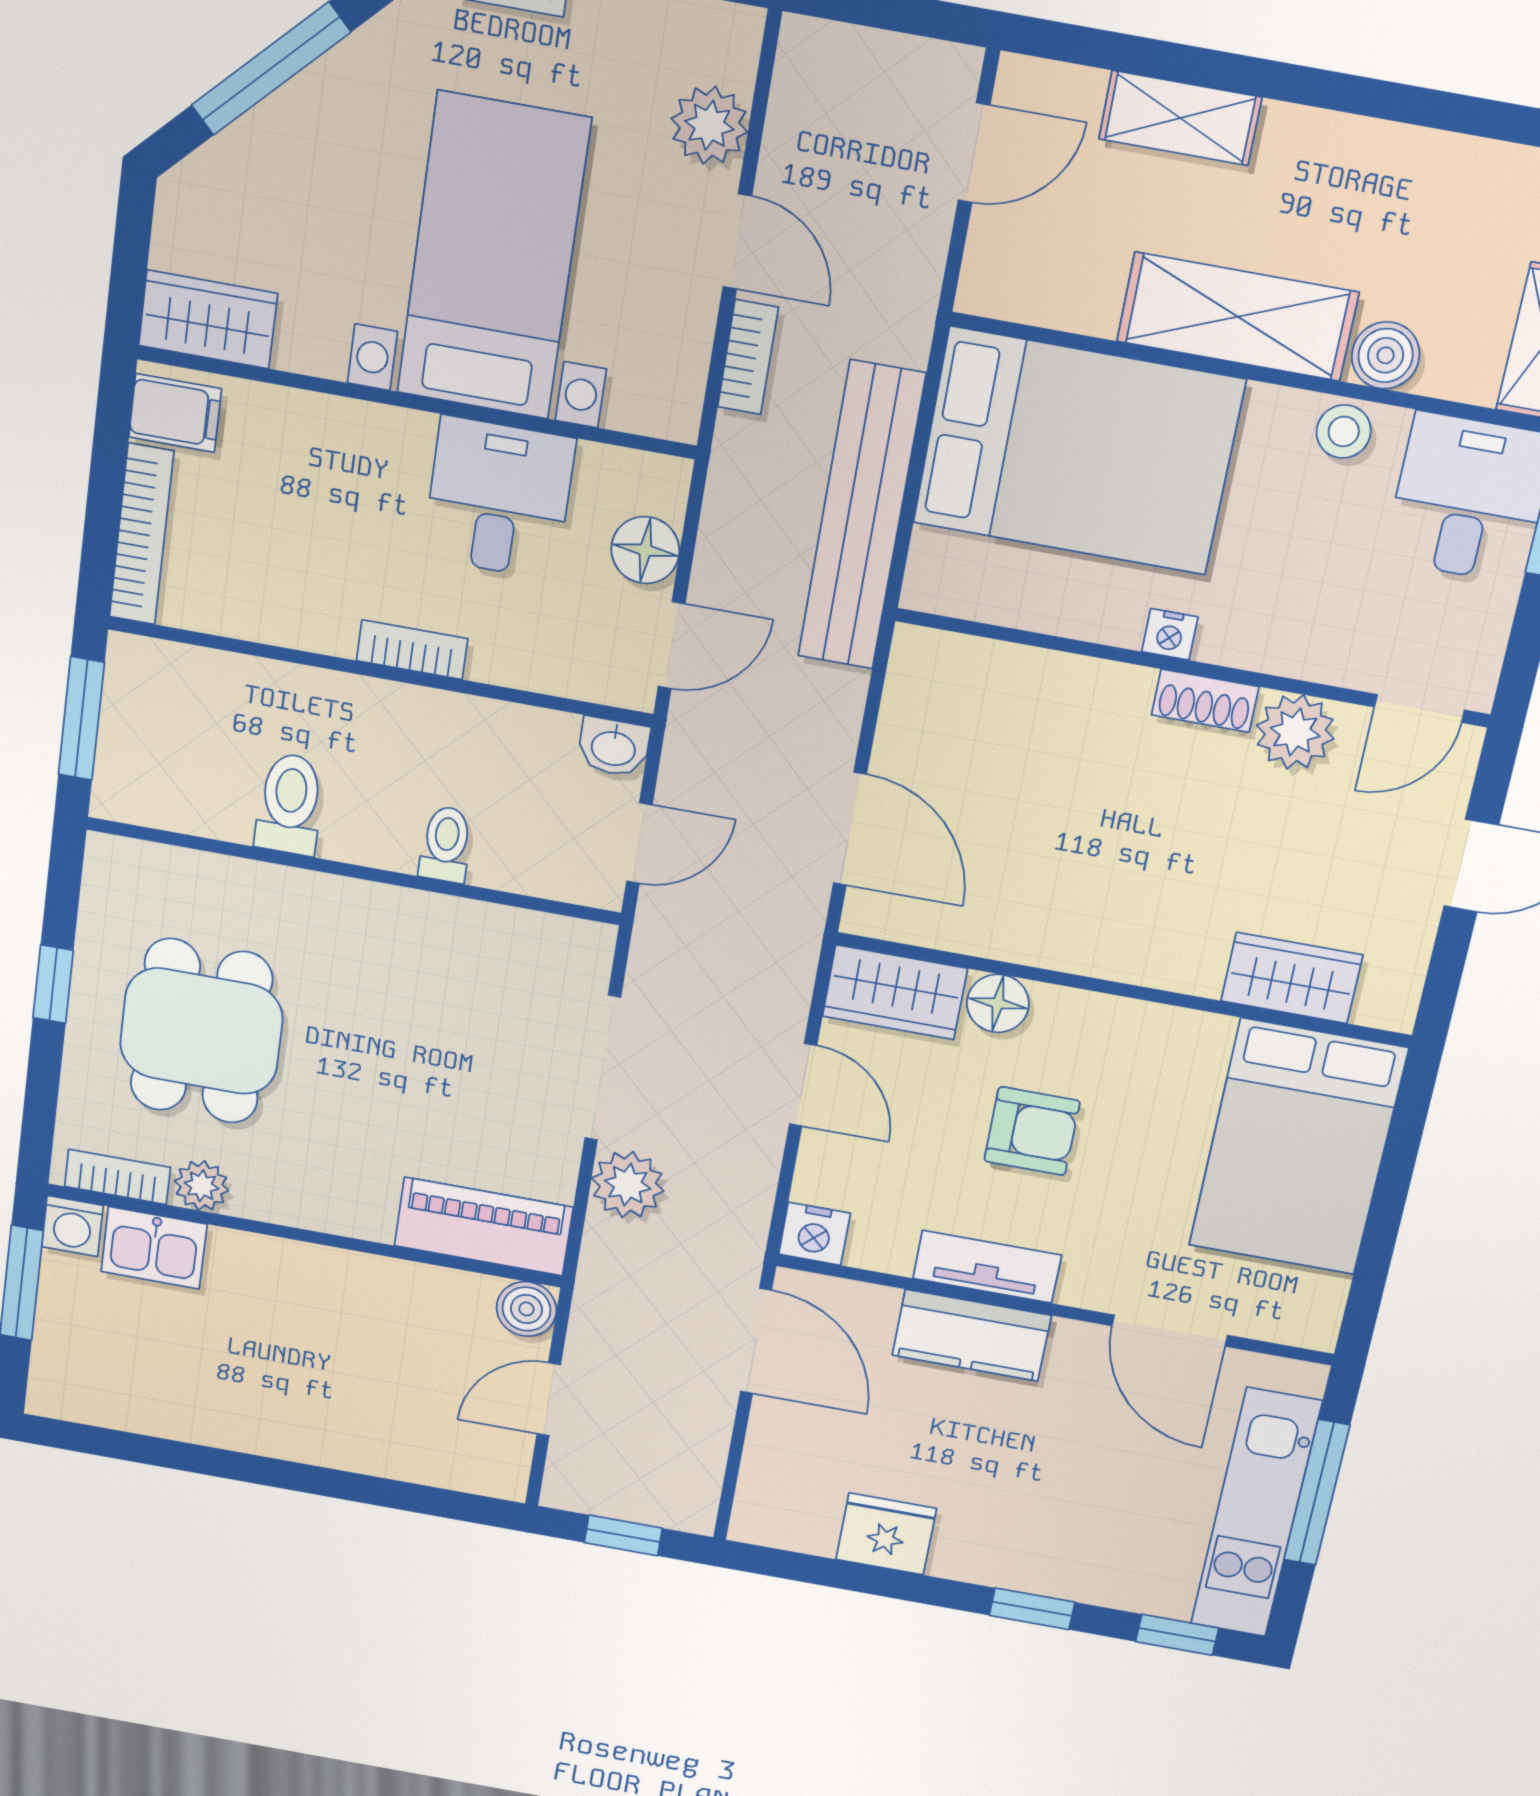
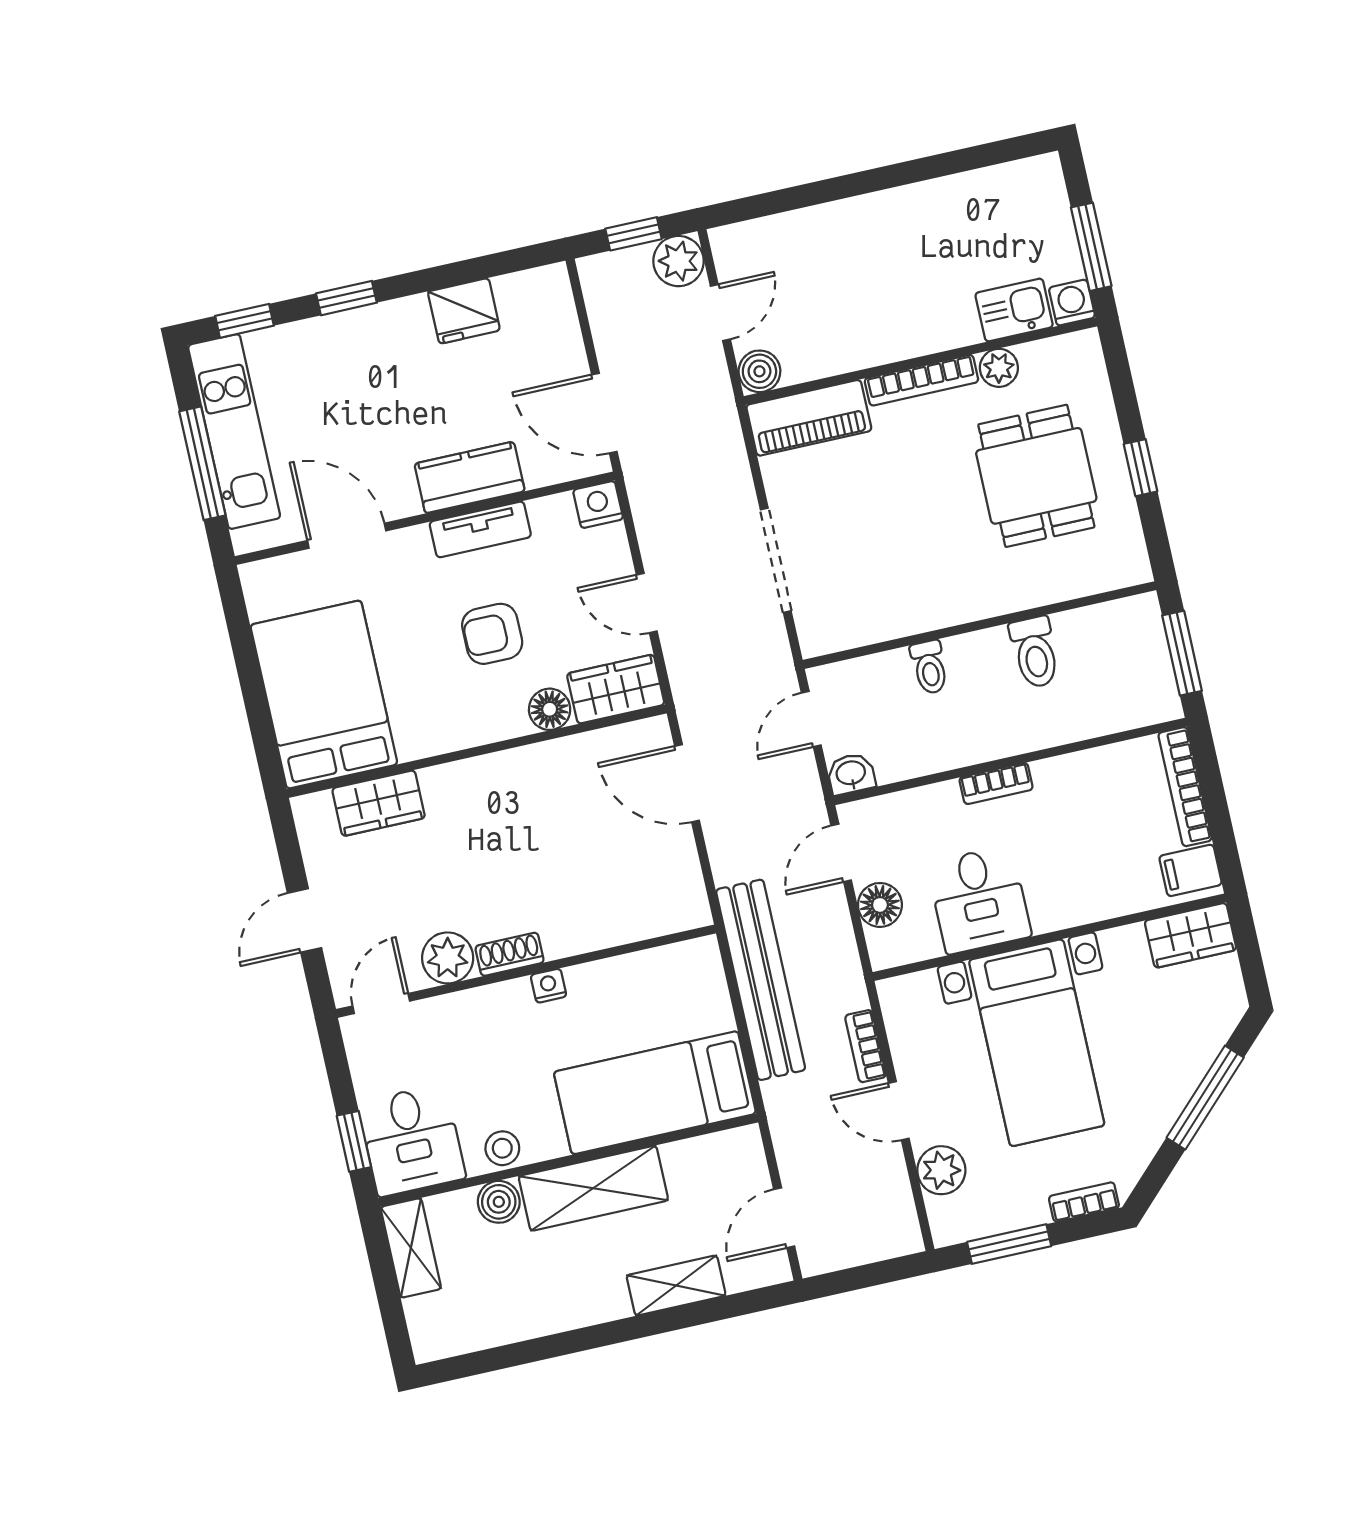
bed: (1079, 451) -> (655, 1093), width x0.67
bookcase: (118, 1177) -> (921, 380), moved, width x1.56
plant: (628, 1185) -> (679, 261), moved

